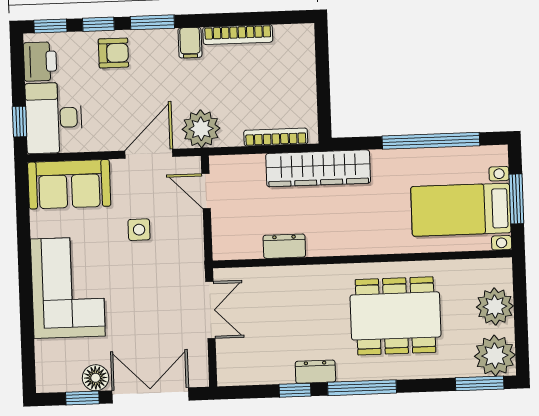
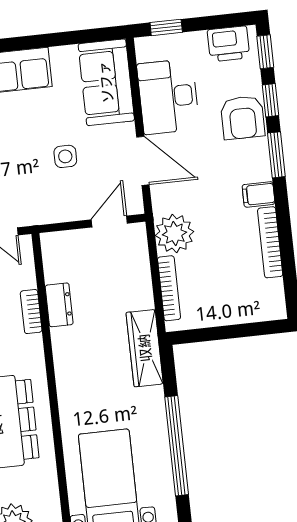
armchair: (113, 53) -> (243, 118), width x1.38, depth x1.38
desk: (54, 118) -> (168, 97), moved, turned -90
plant: (201, 129) -> (174, 234), moved
wardrobe: (318, 168) -> (145, 348), width x0.71, depth x0.85
bookcase: (289, 274) -> (31, 312), added

